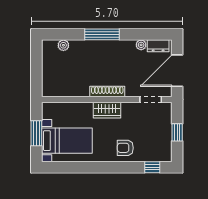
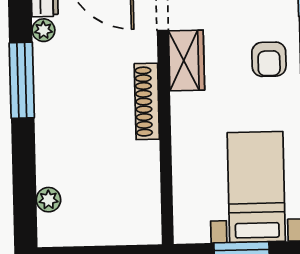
window: (102, 34) -> (22, 80), moved
wardrobe: (107, 110) -> (187, 60), moved

